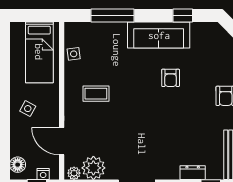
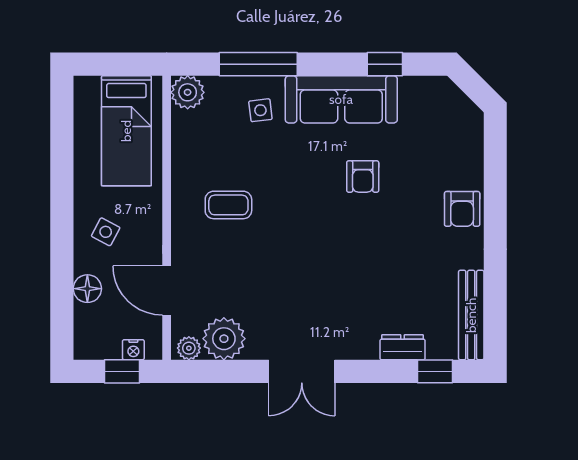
plant: (73, 31) -> (188, 92), added
side table: (74, 54) -> (260, 110), moved
floor lamp: (18, 165) -> (87, 289), moved

